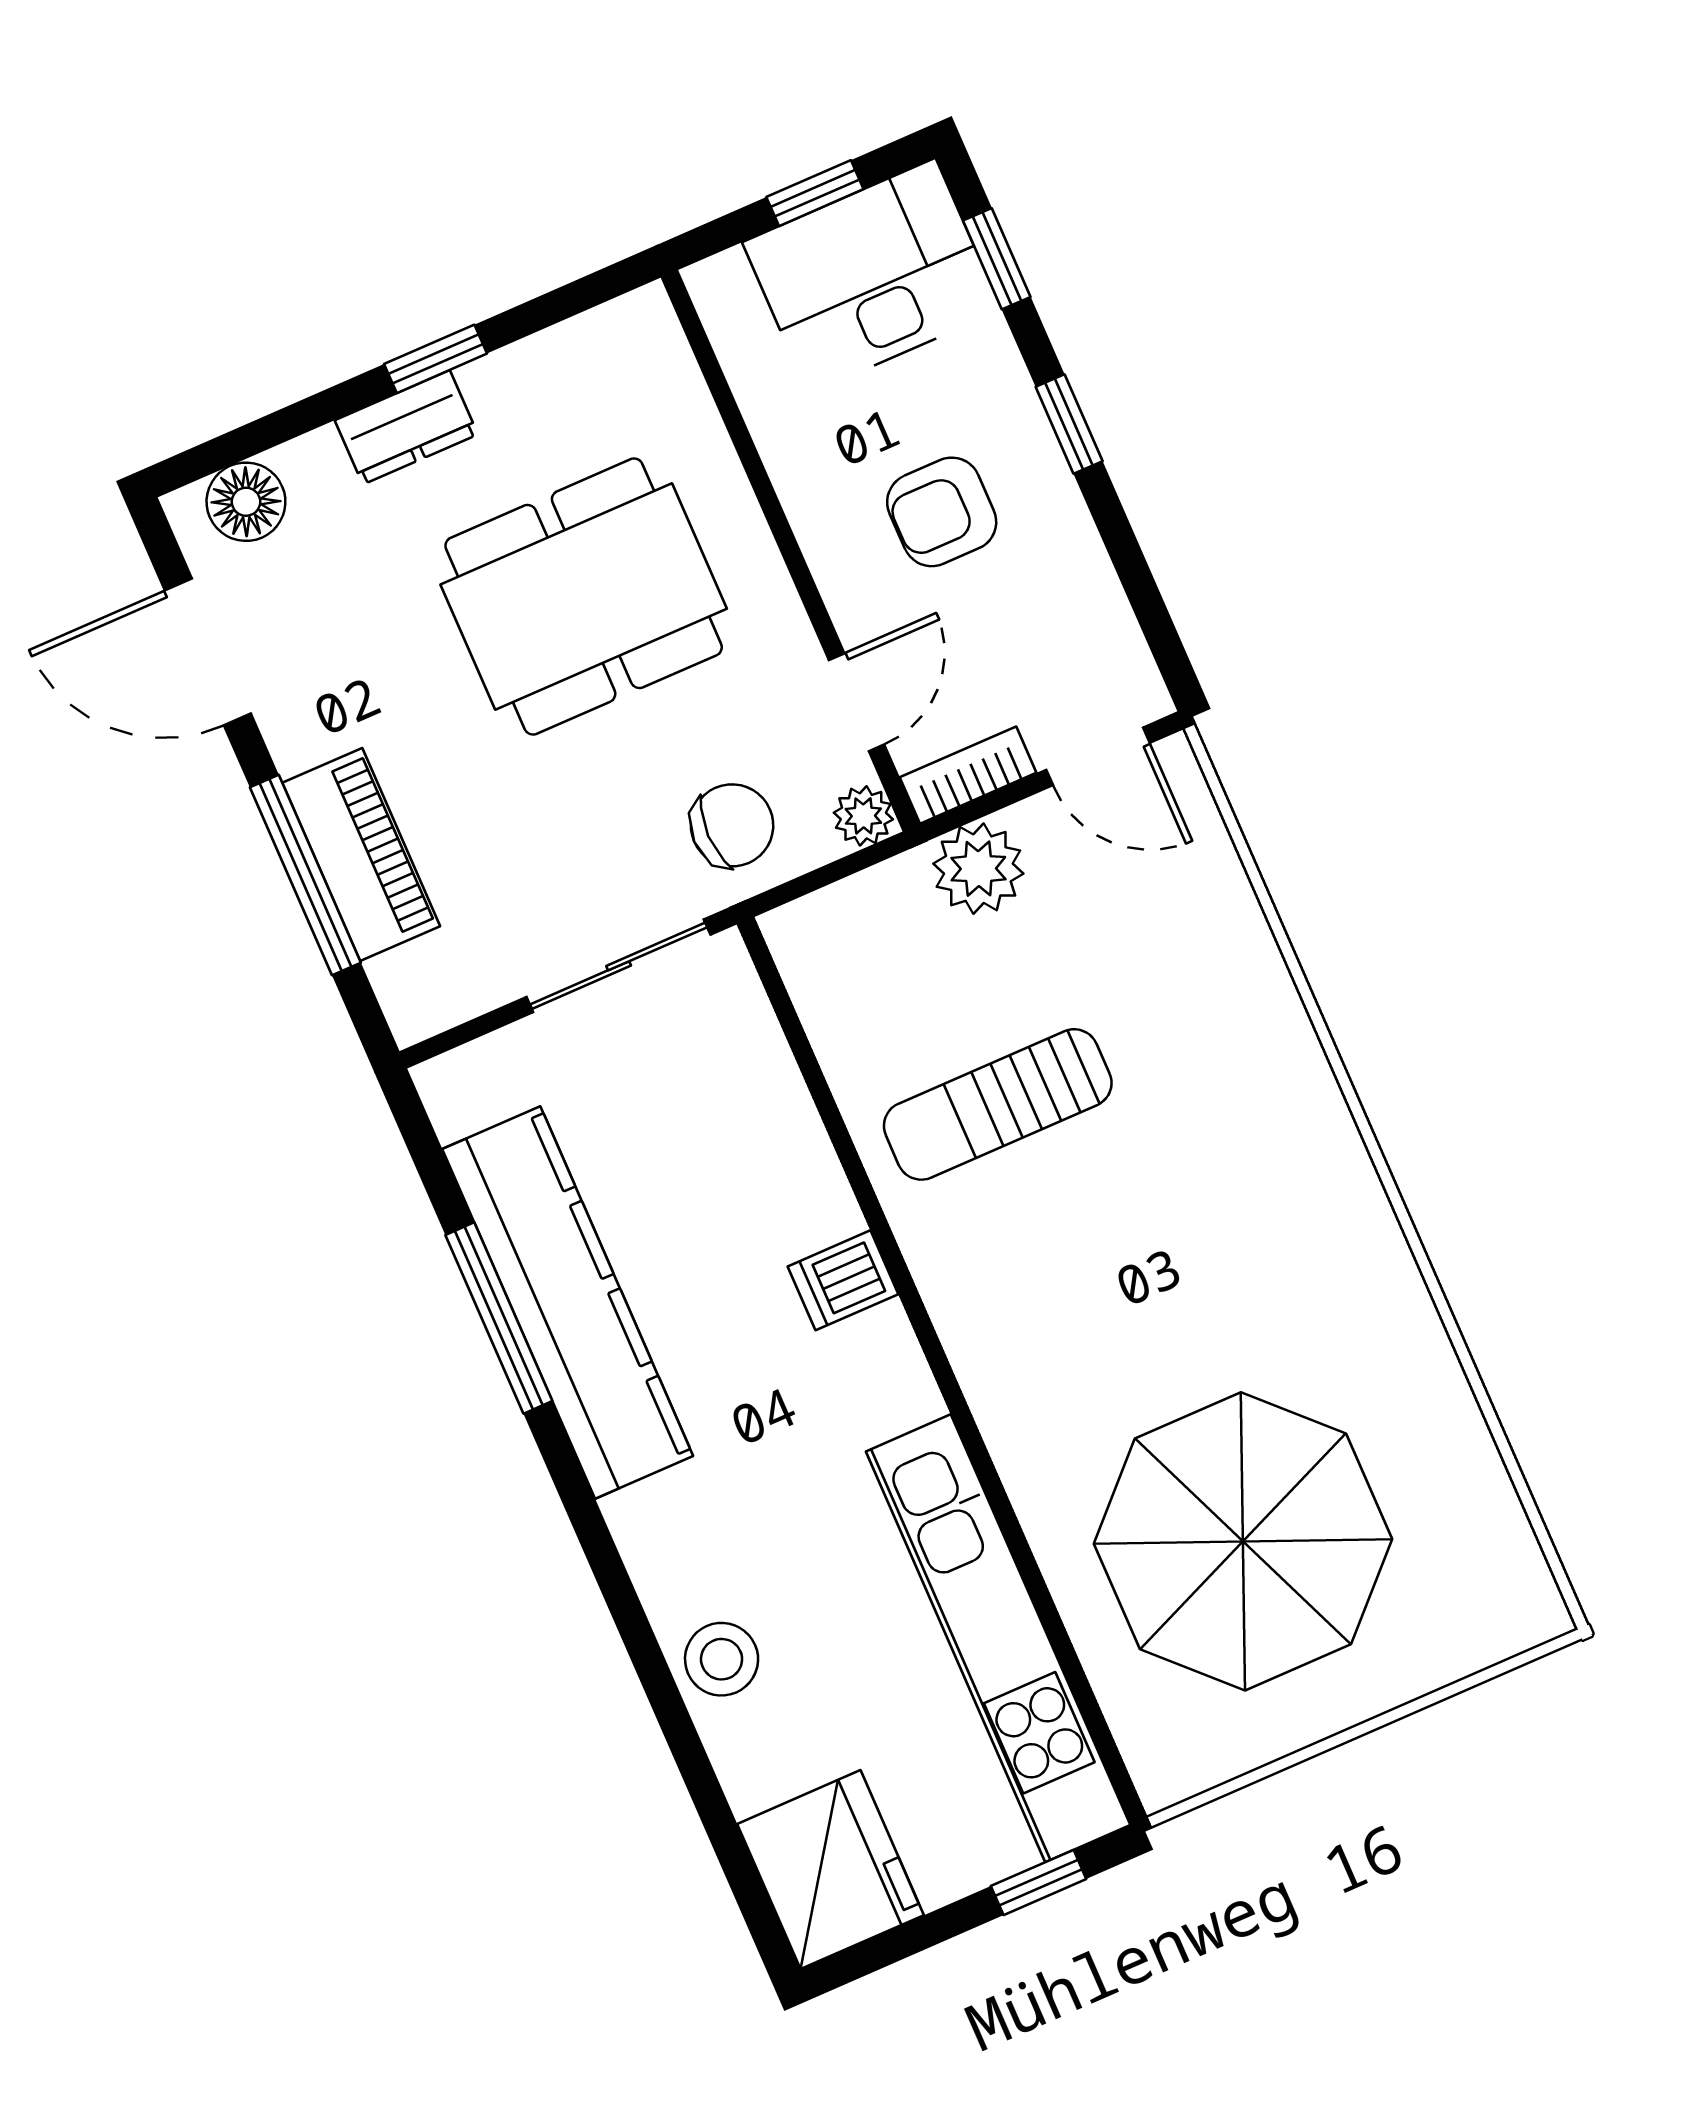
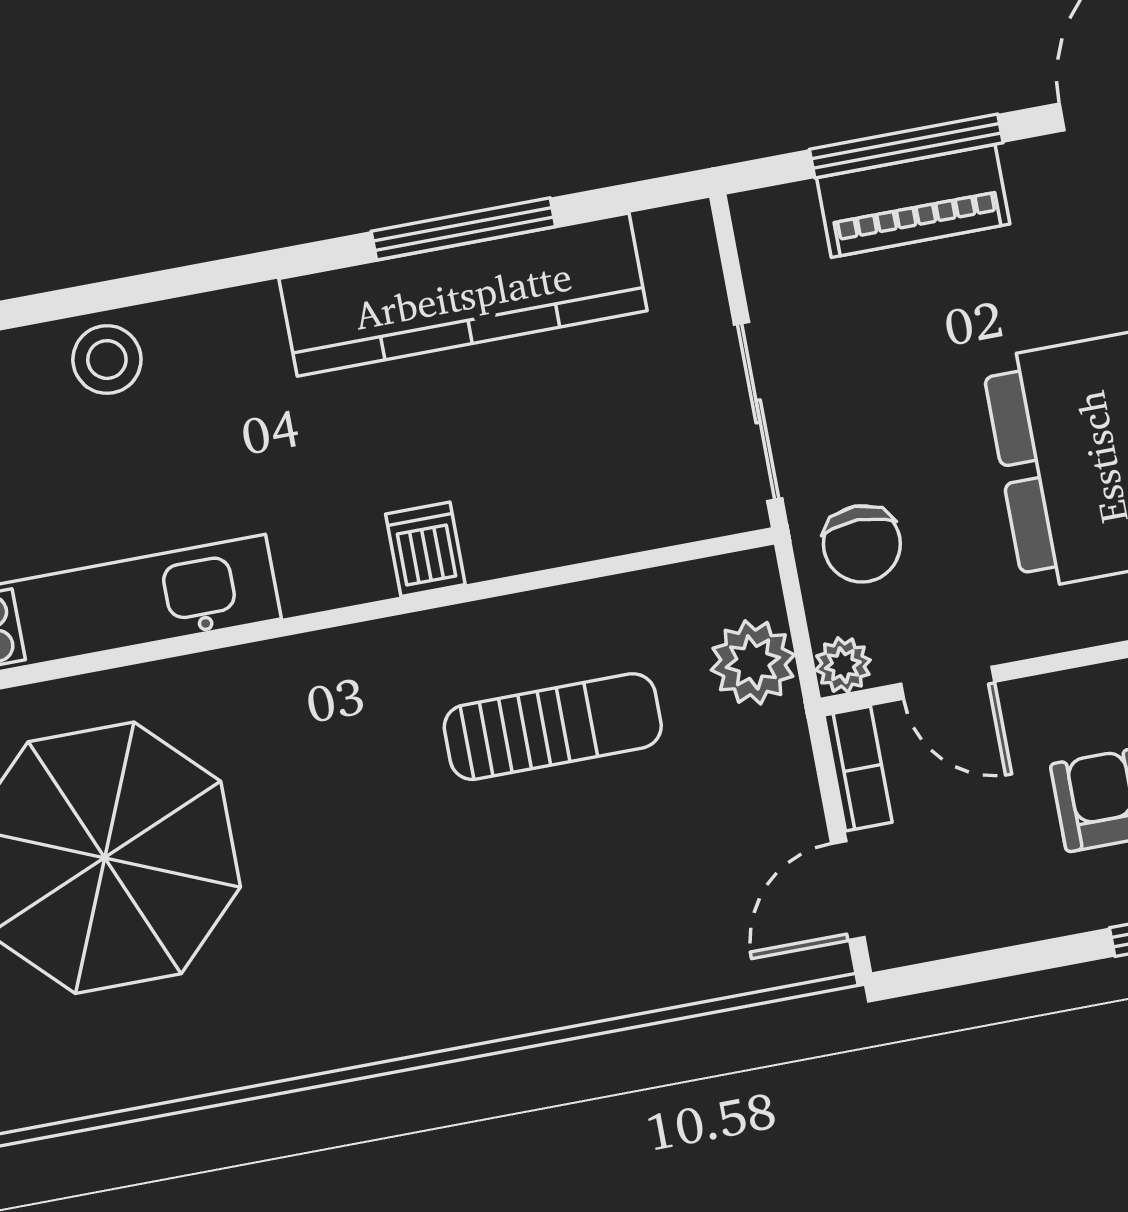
plant: (978, 869) -> (753, 662), moved
sun lounger: (998, 1104) -> (553, 727), turned 90

